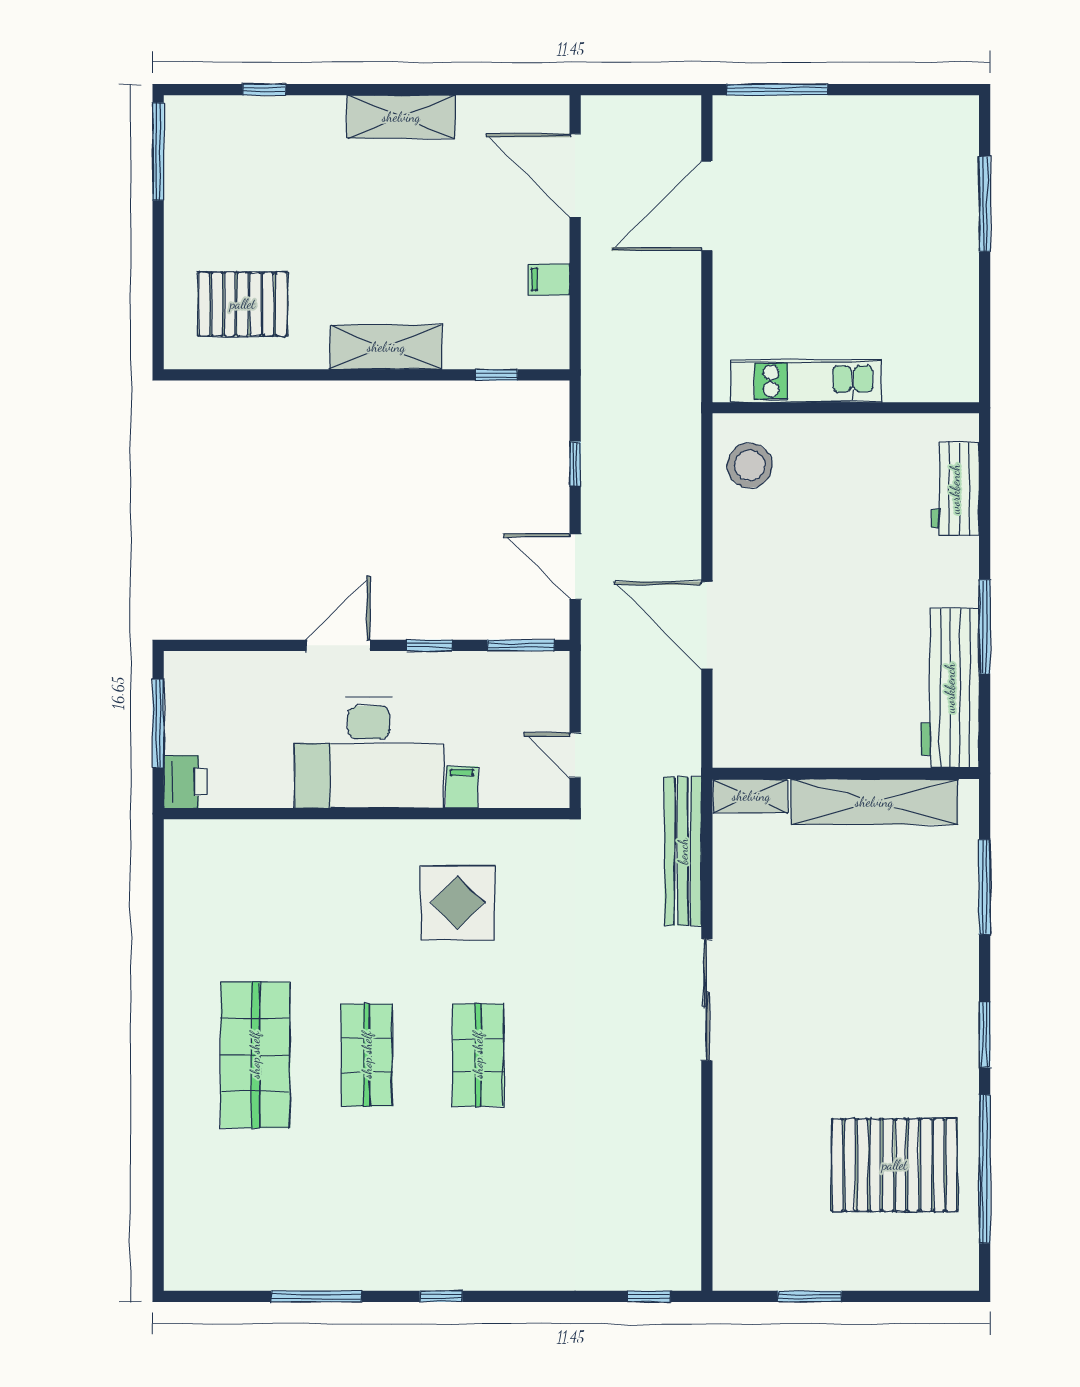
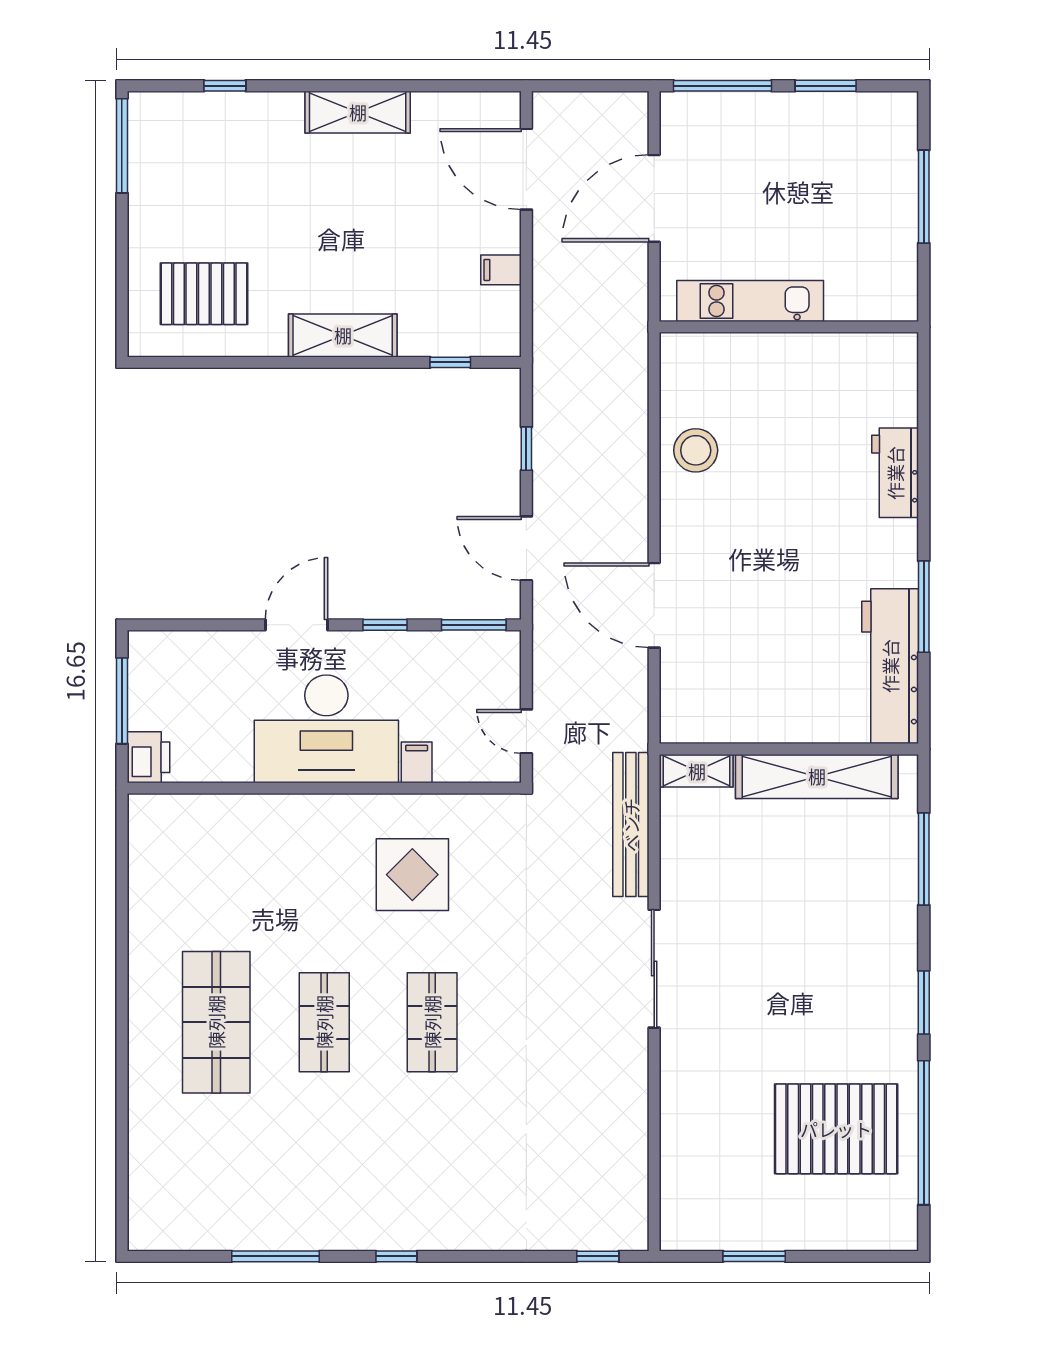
window: (884, 90) -> (826, 86), added
kitchen unit: (806, 381) -> (750, 301), moved
wall: (846, 408) -> (789, 327), moved

